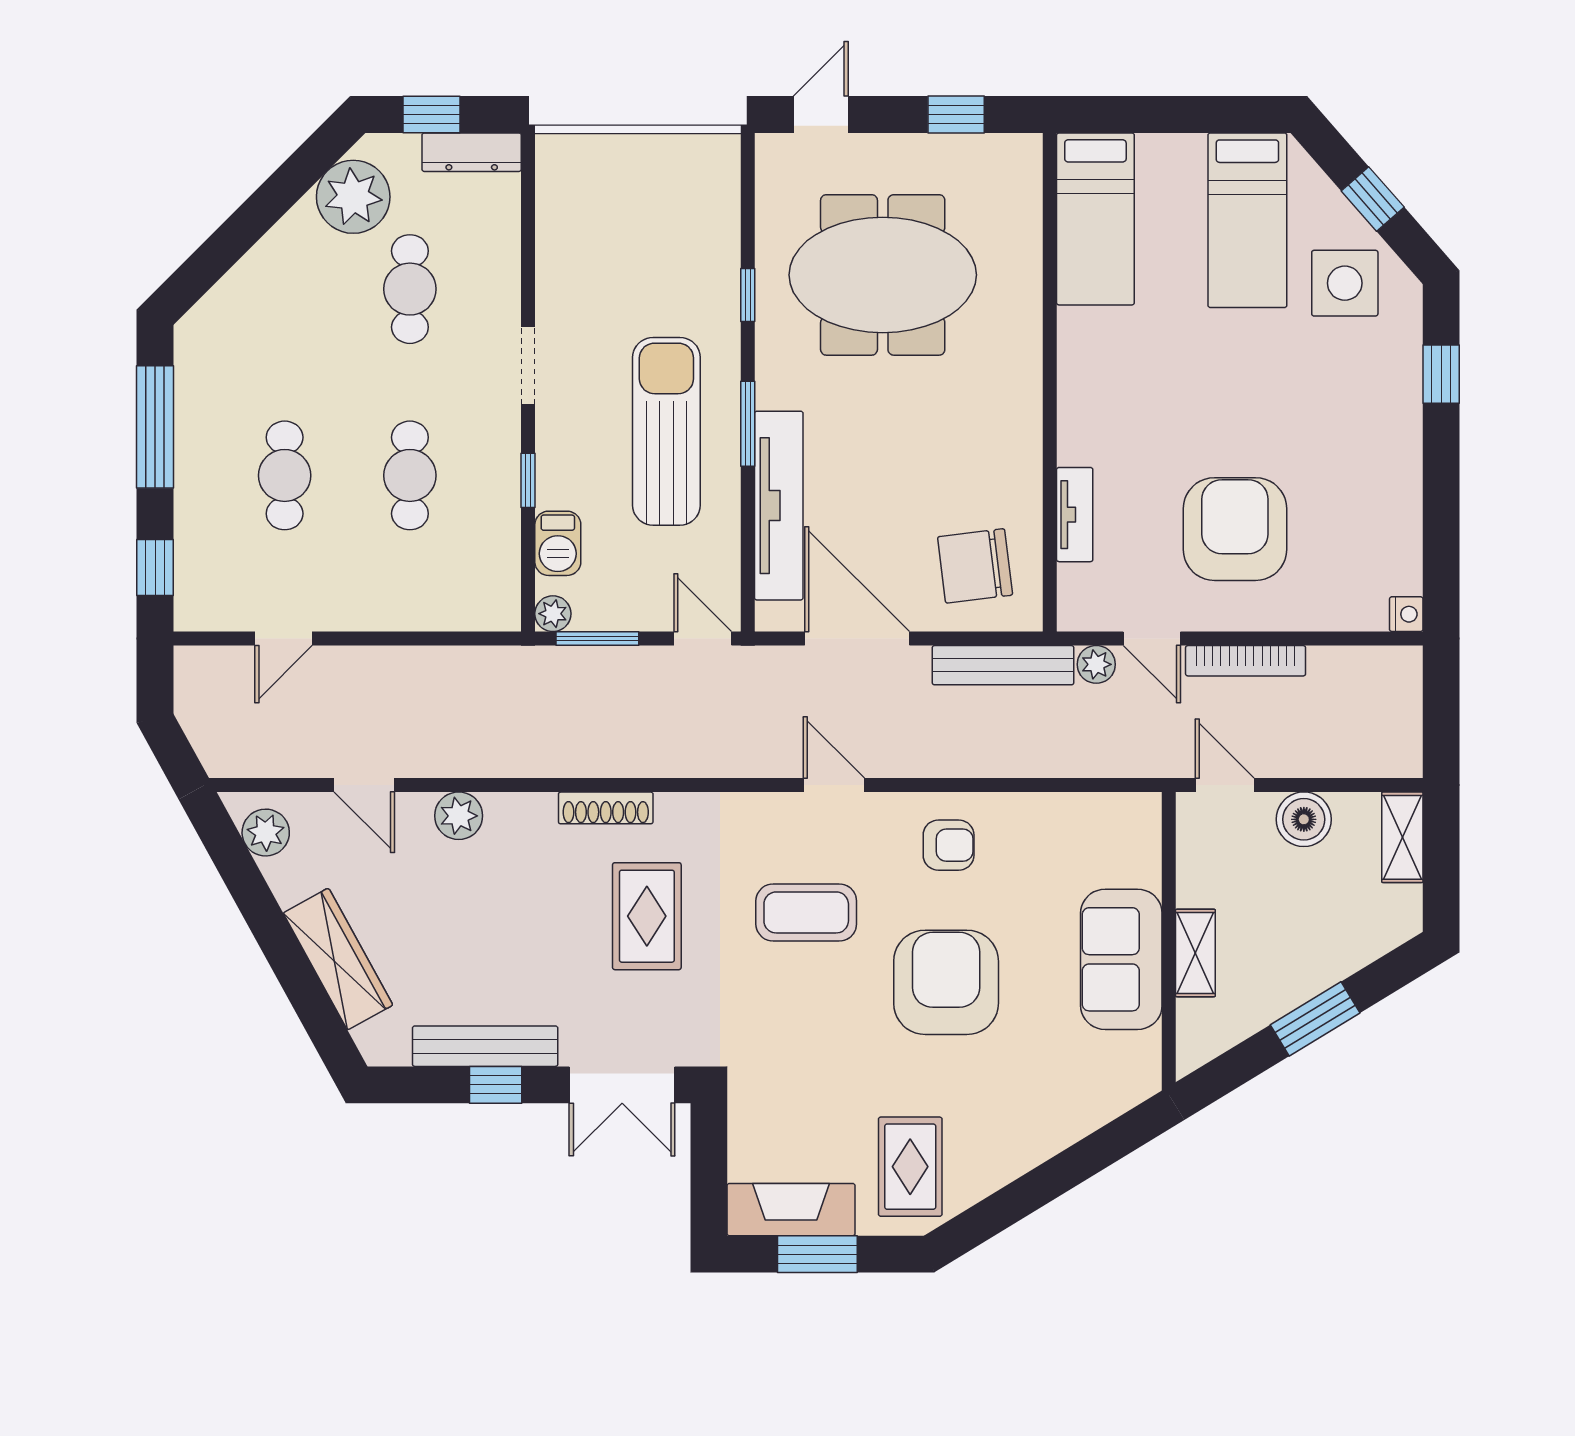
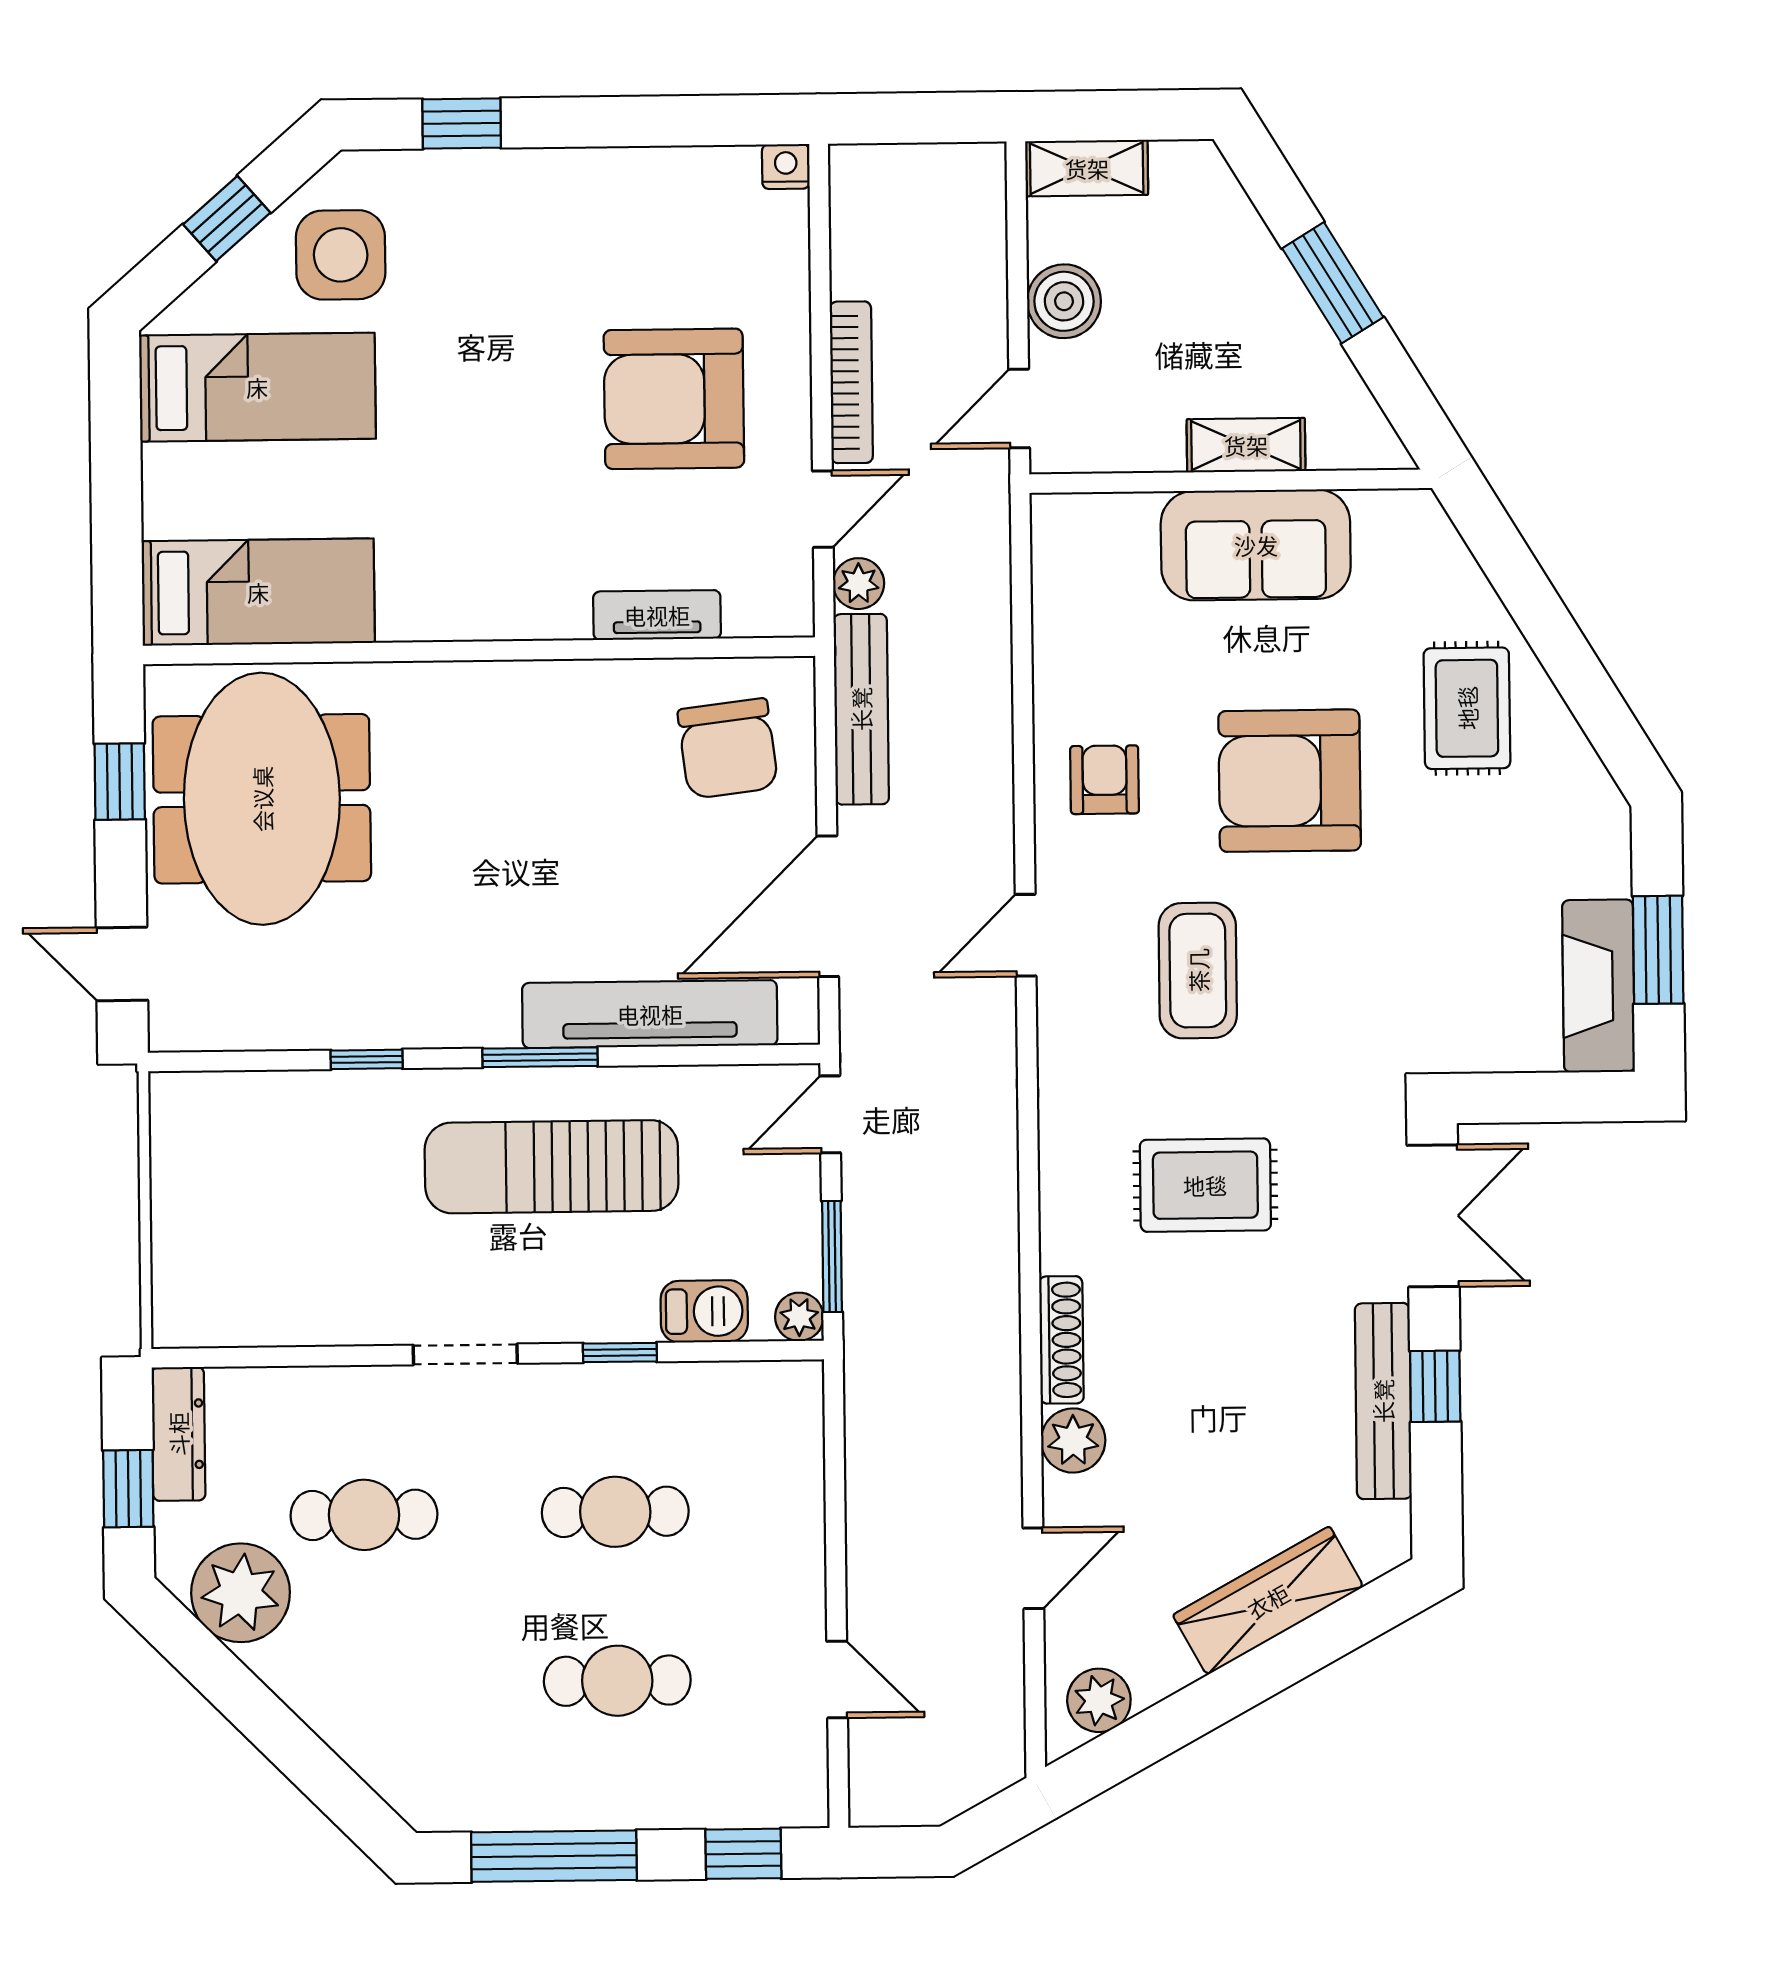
meeting table: (883, 275) -> (262, 799), moved
shoe rack: (606, 808) -> (1061, 1340), moved
rug: (910, 1167) -> (1467, 708), moved, turned 90

